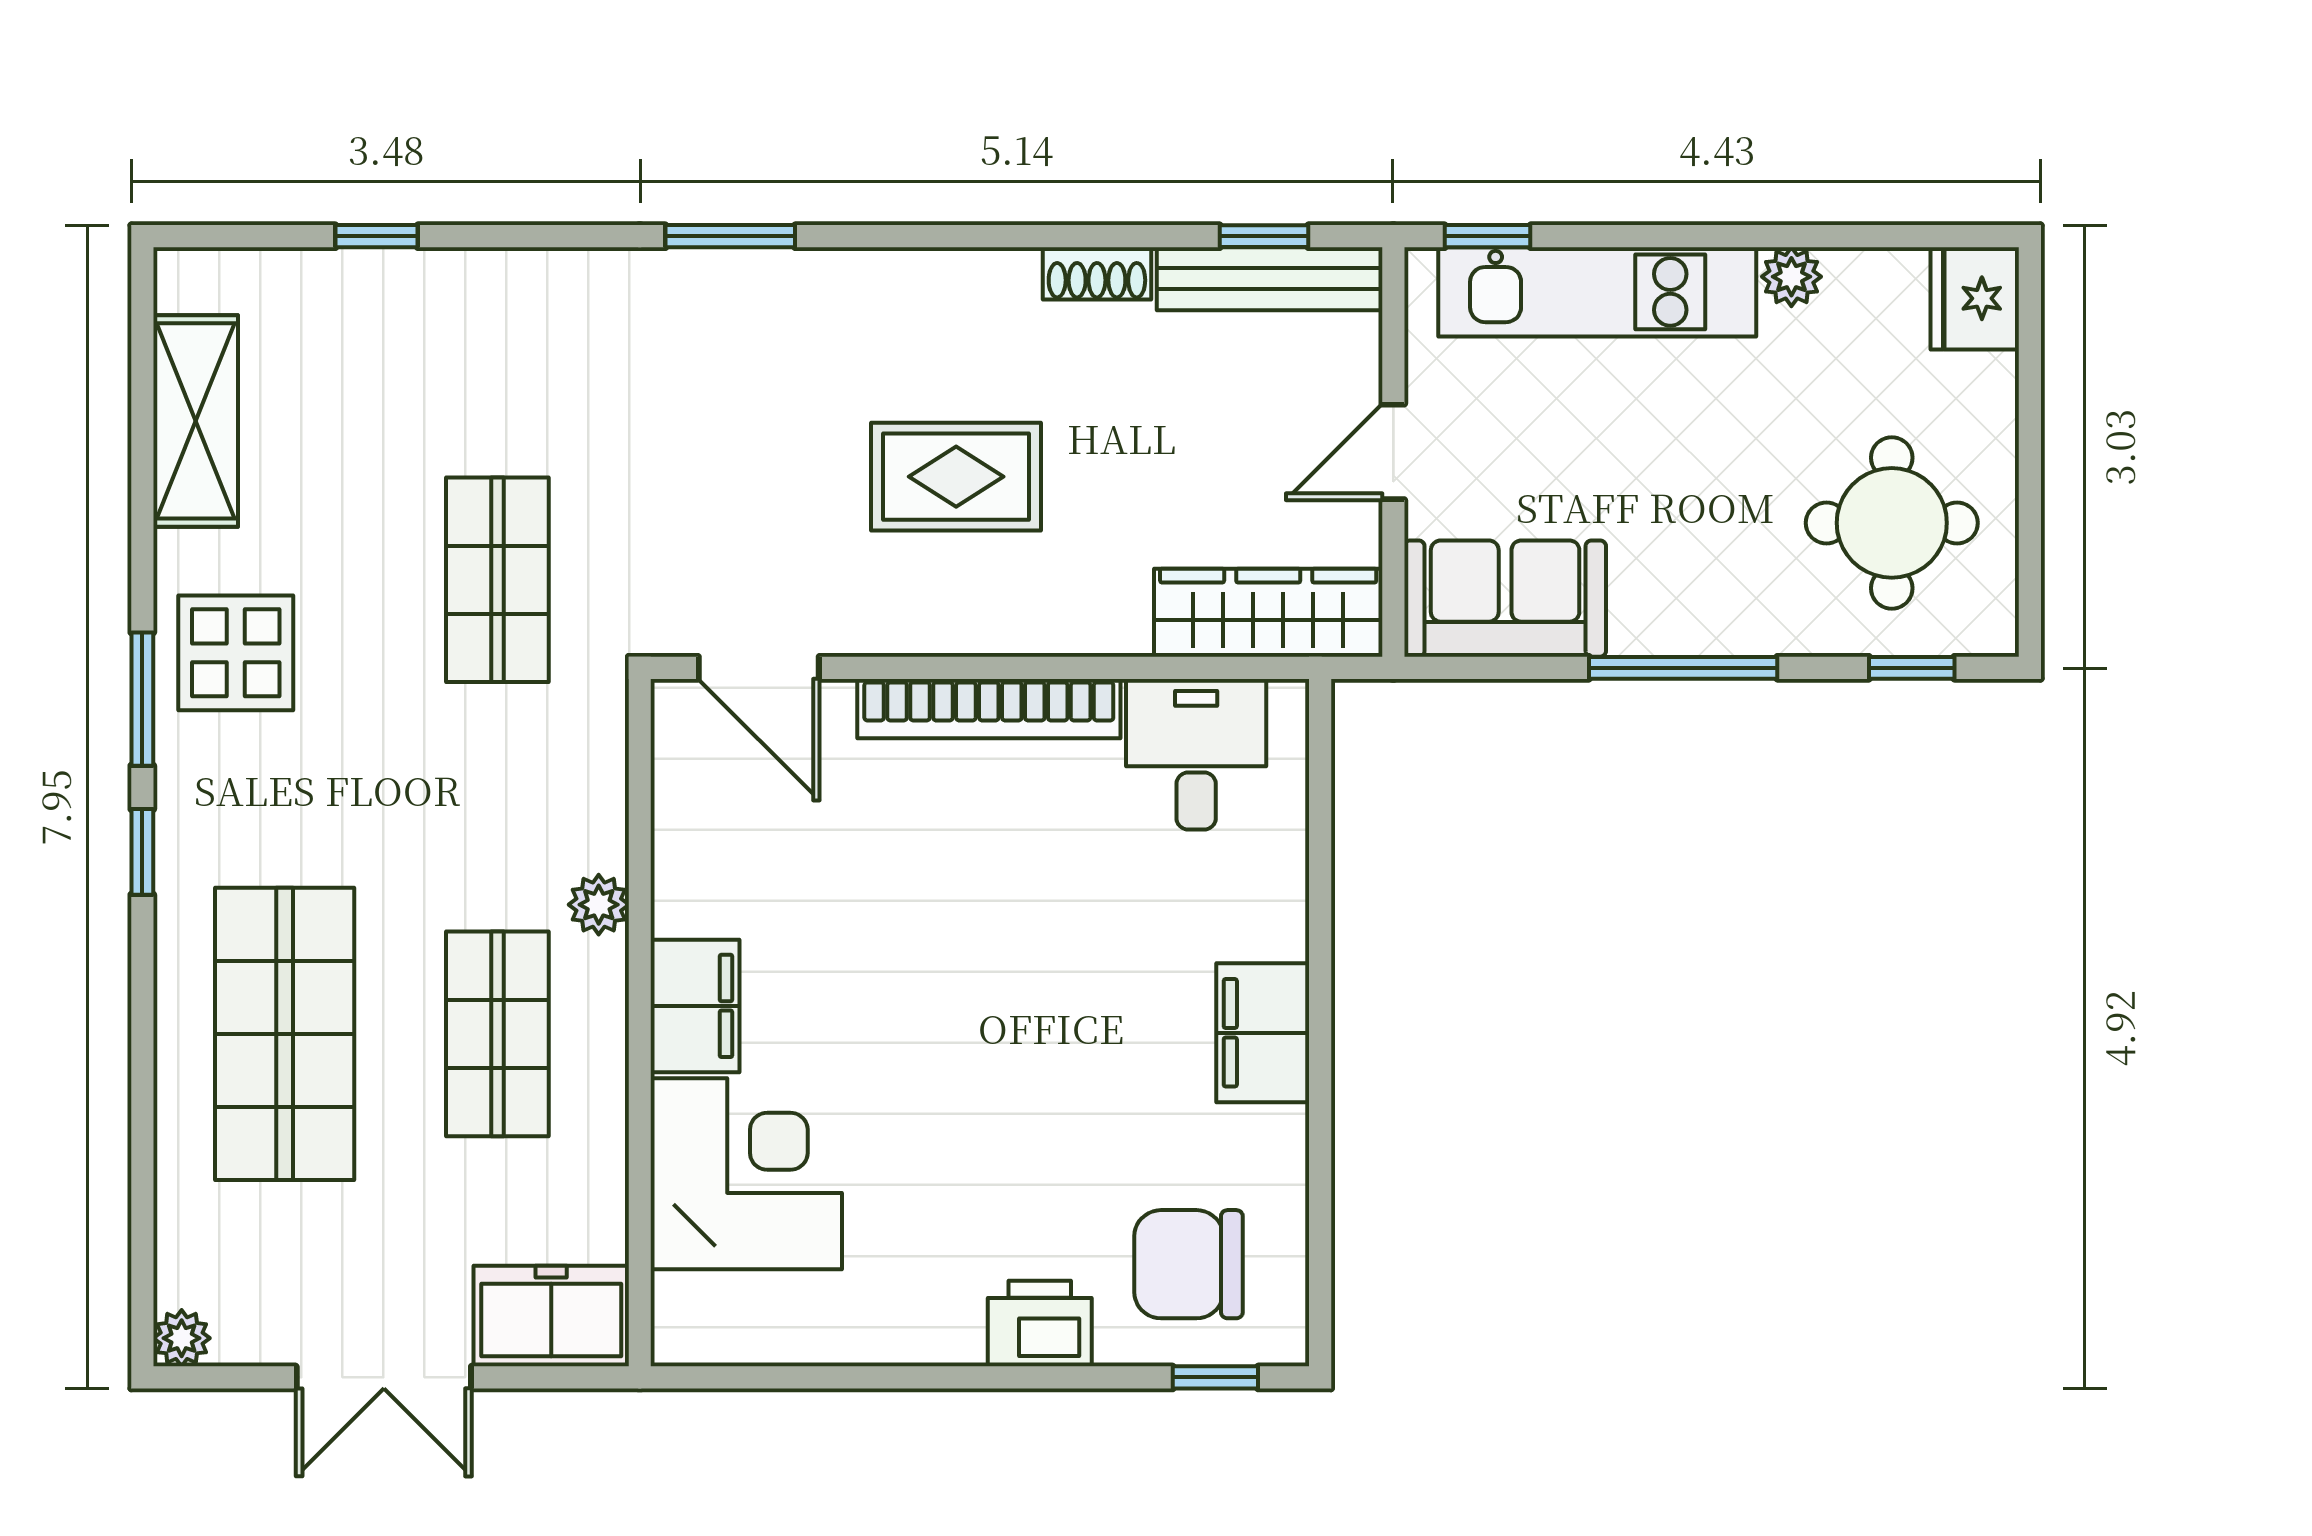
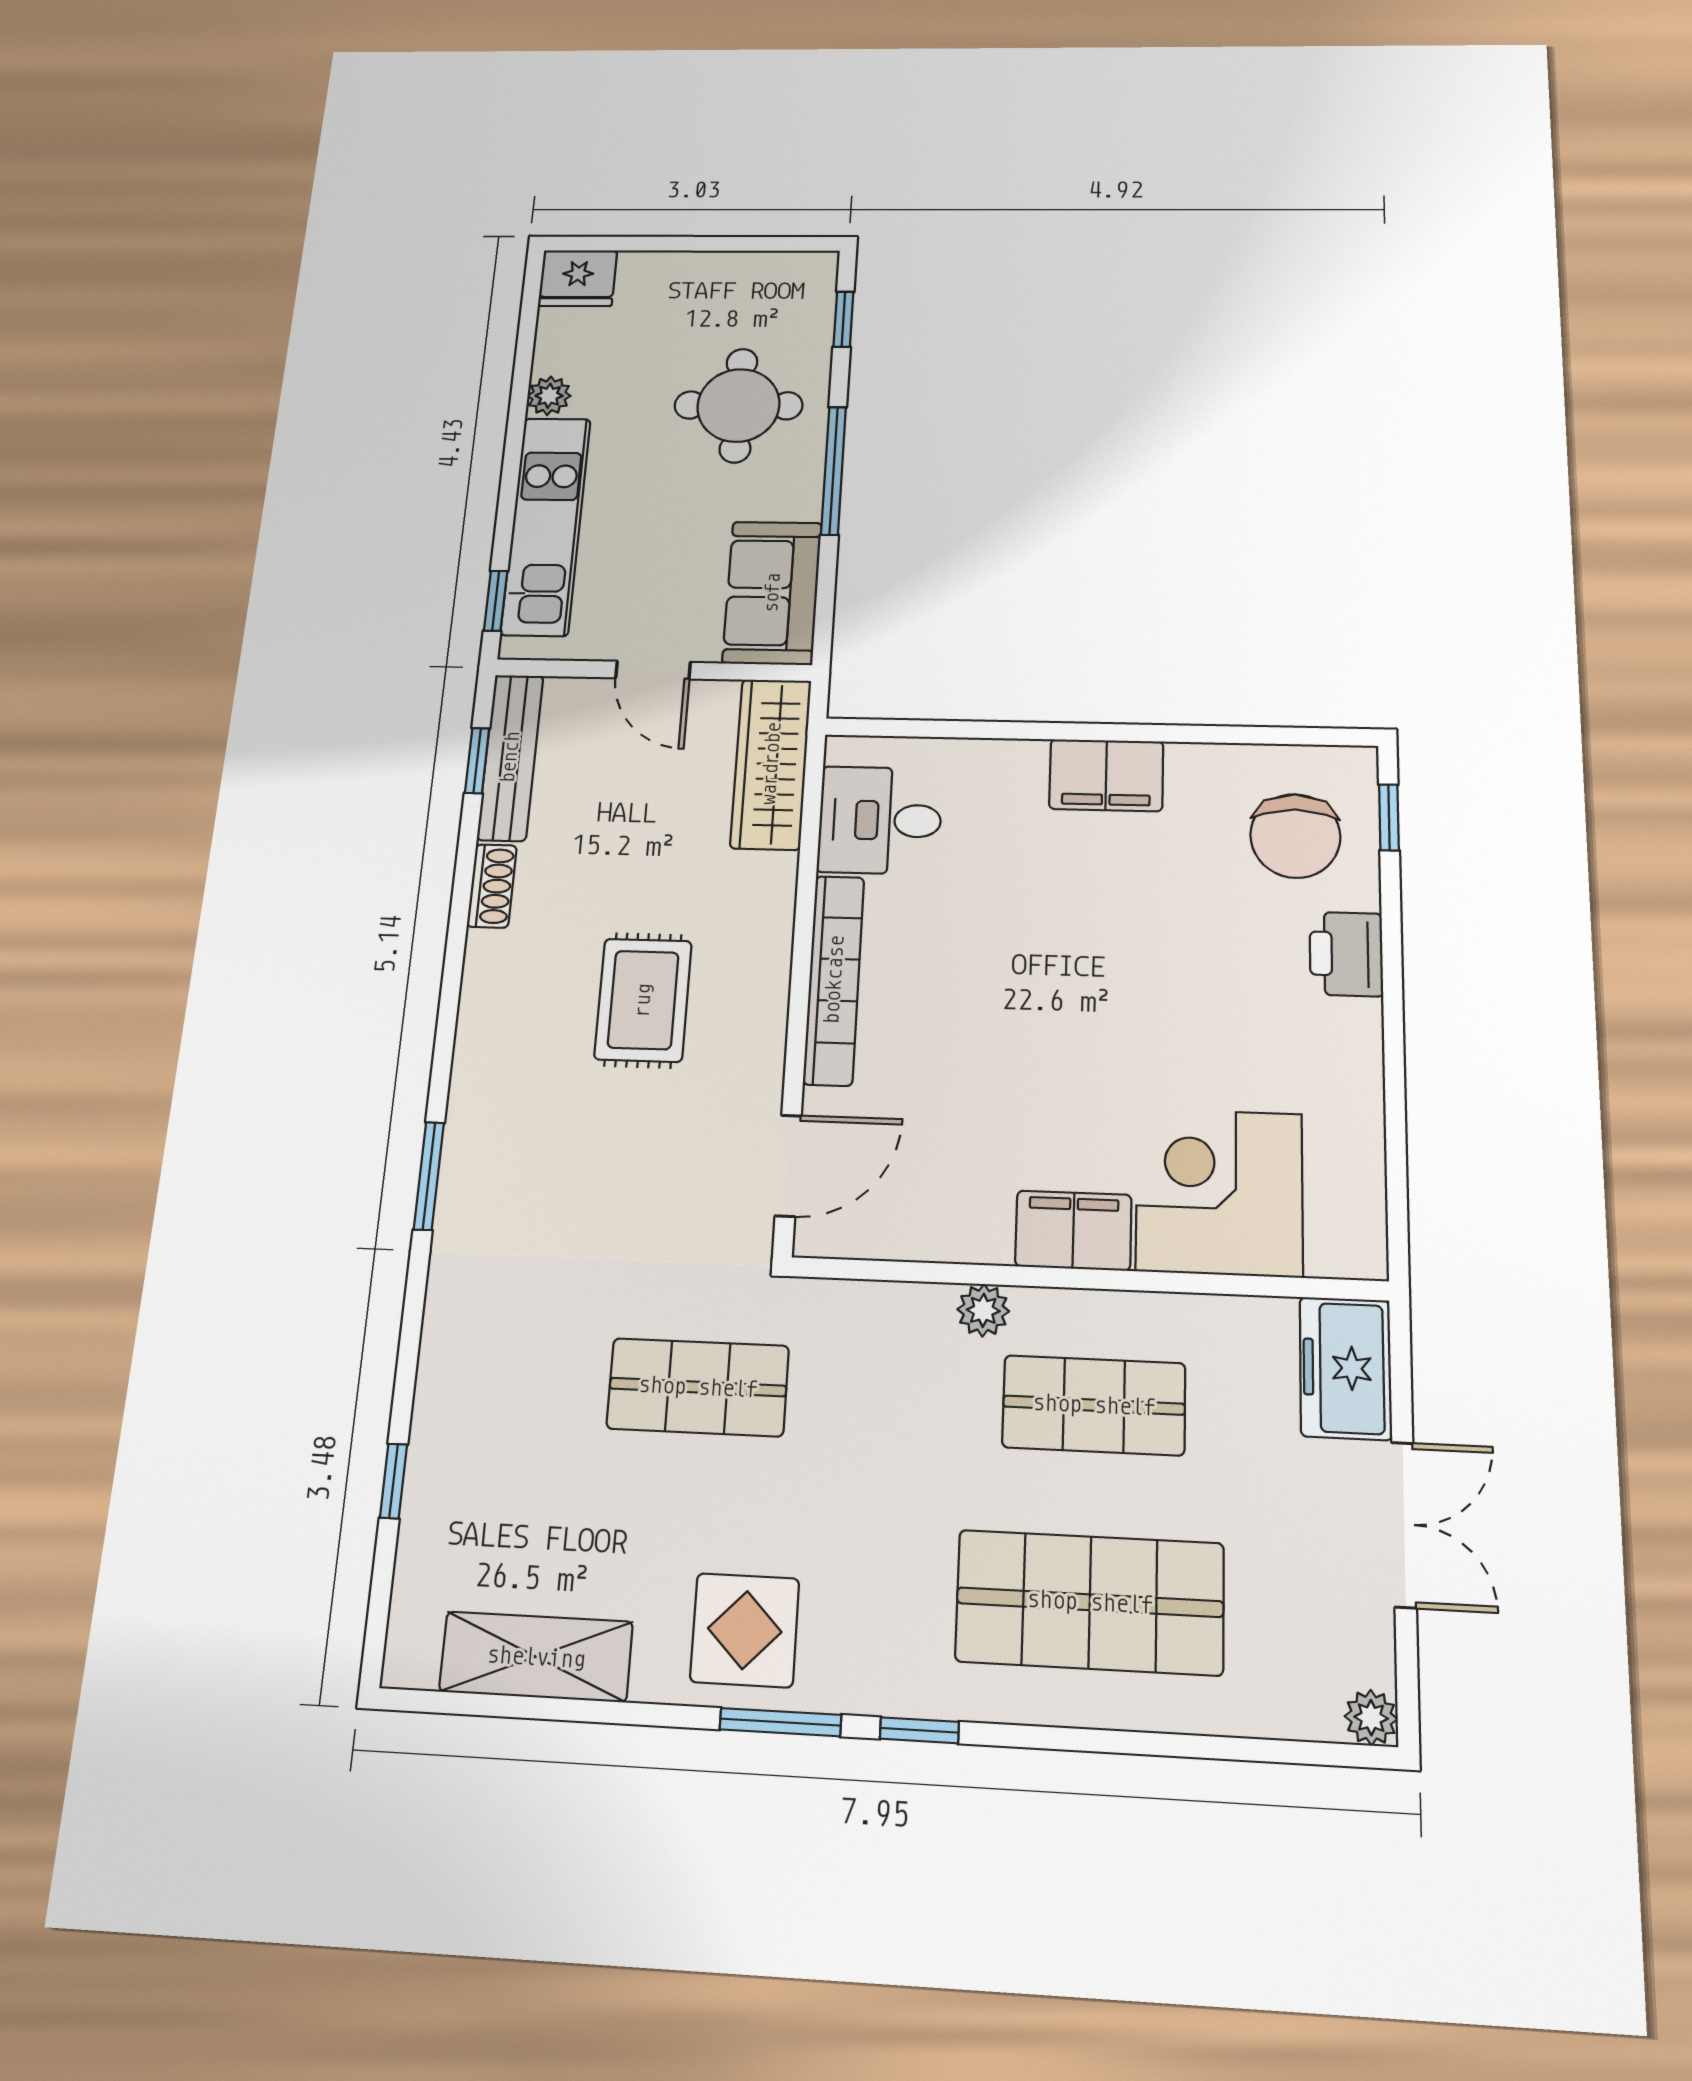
round table: (1892, 523) -> (738, 405), moved

